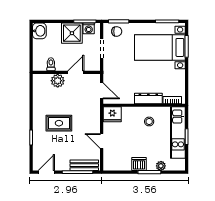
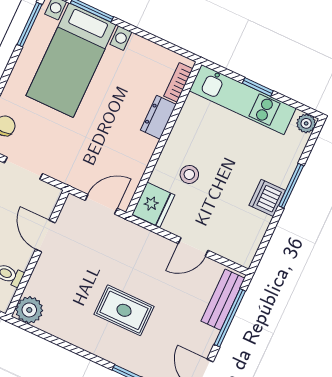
plant: (58, 81) -> (29, 310), moved
dresser: (148, 98) -> (158, 117), width x0.70
stool: (149, 121) -> (189, 174), moved
rug: (59, 123) -> (124, 310), turned 90
plant: (161, 166) -> (306, 123), moved

